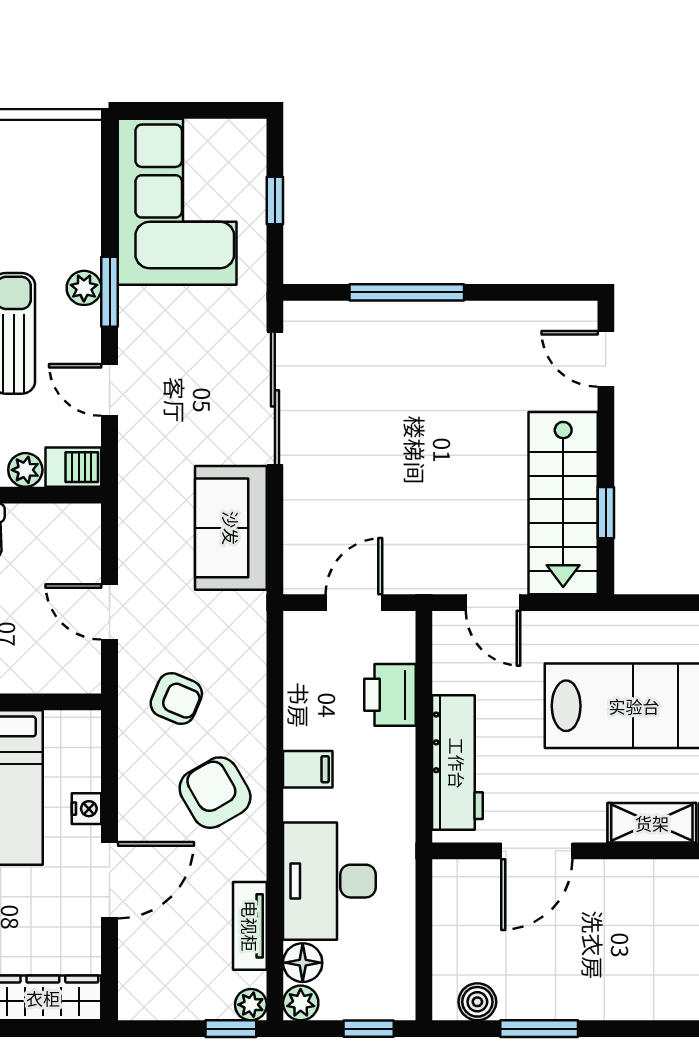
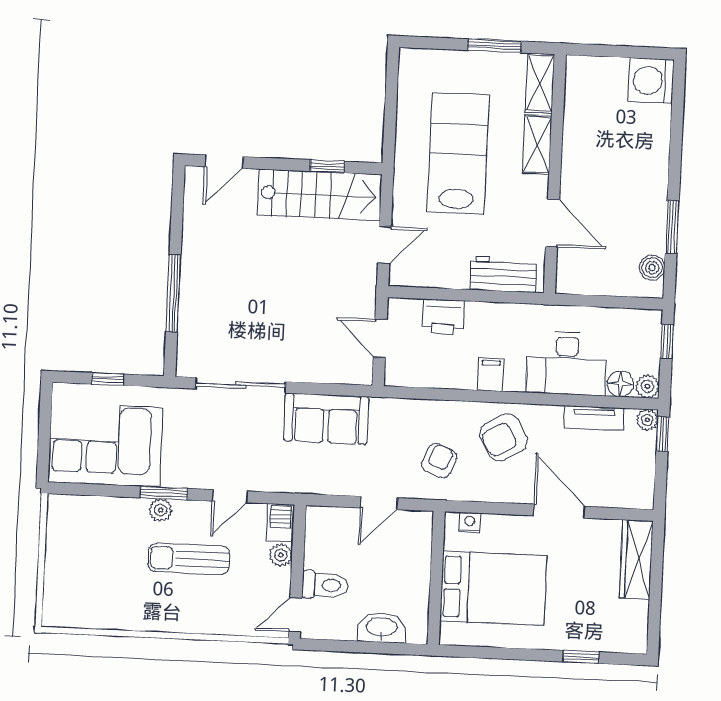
workbench: (457, 763) -> (503, 274), width x0.73
nightstand: (87, 809) -> (470, 522), moved

